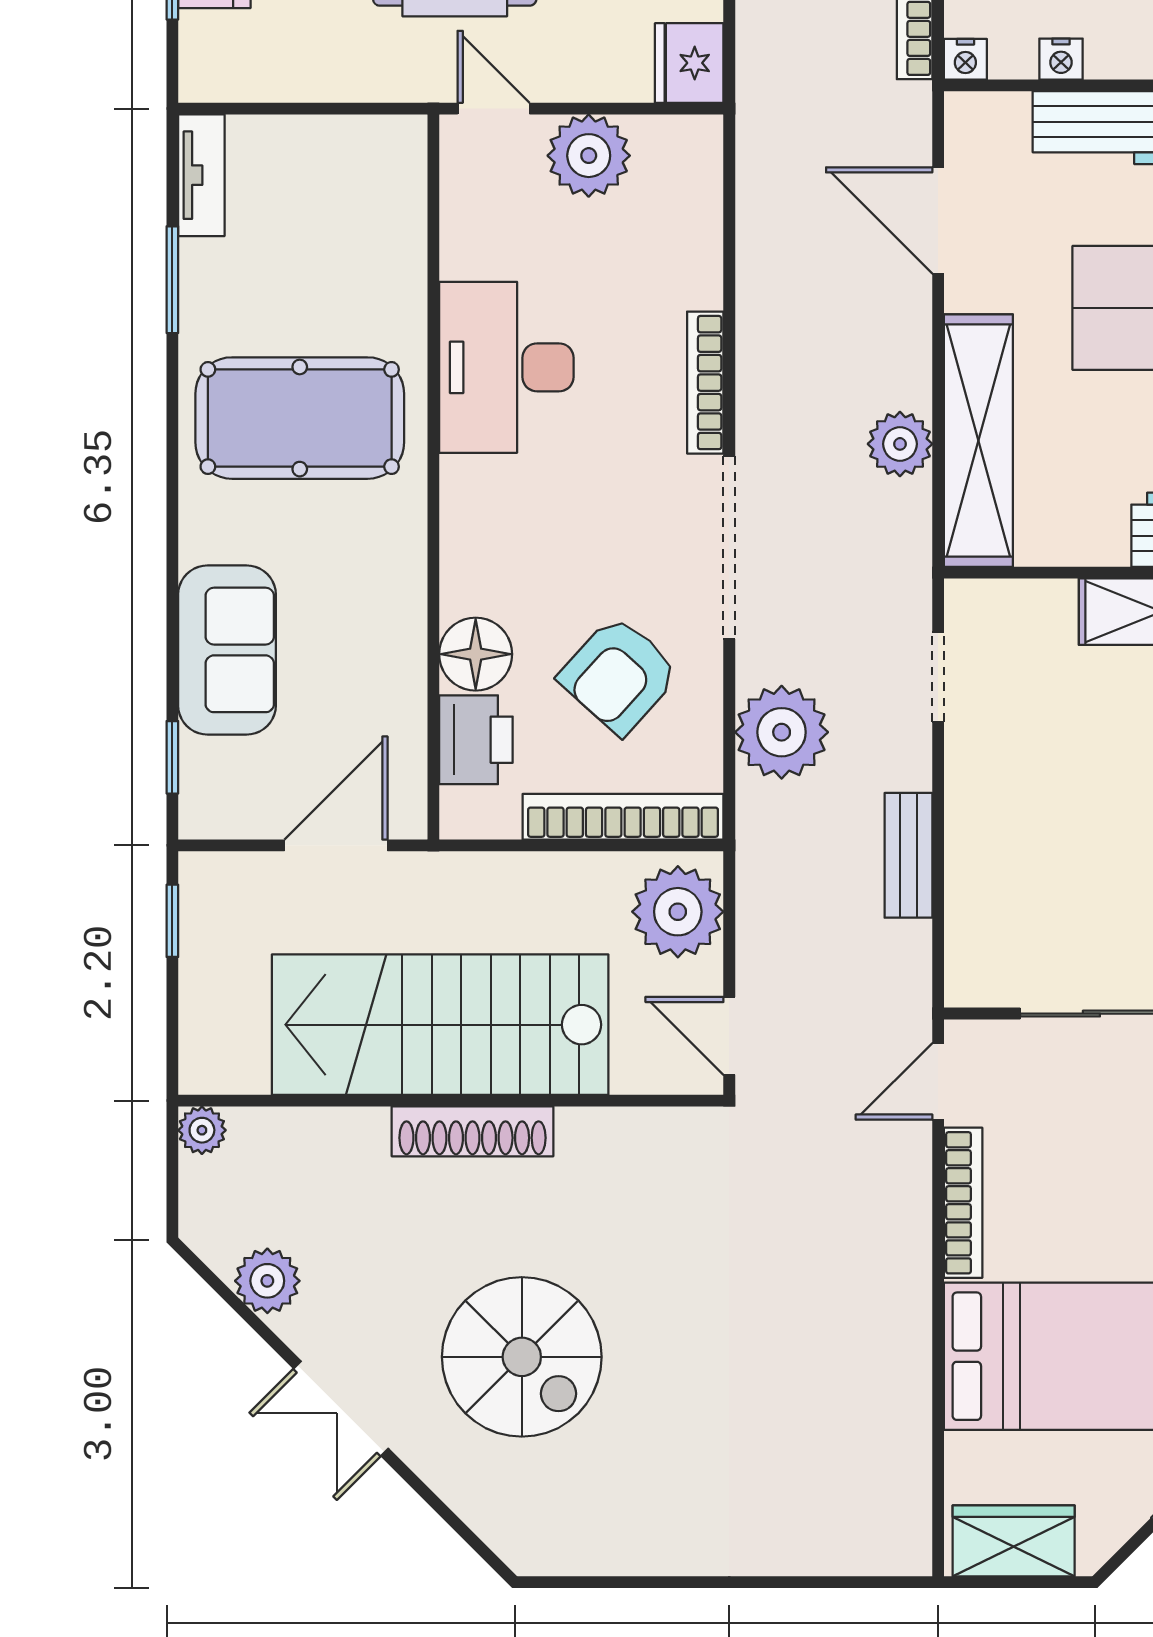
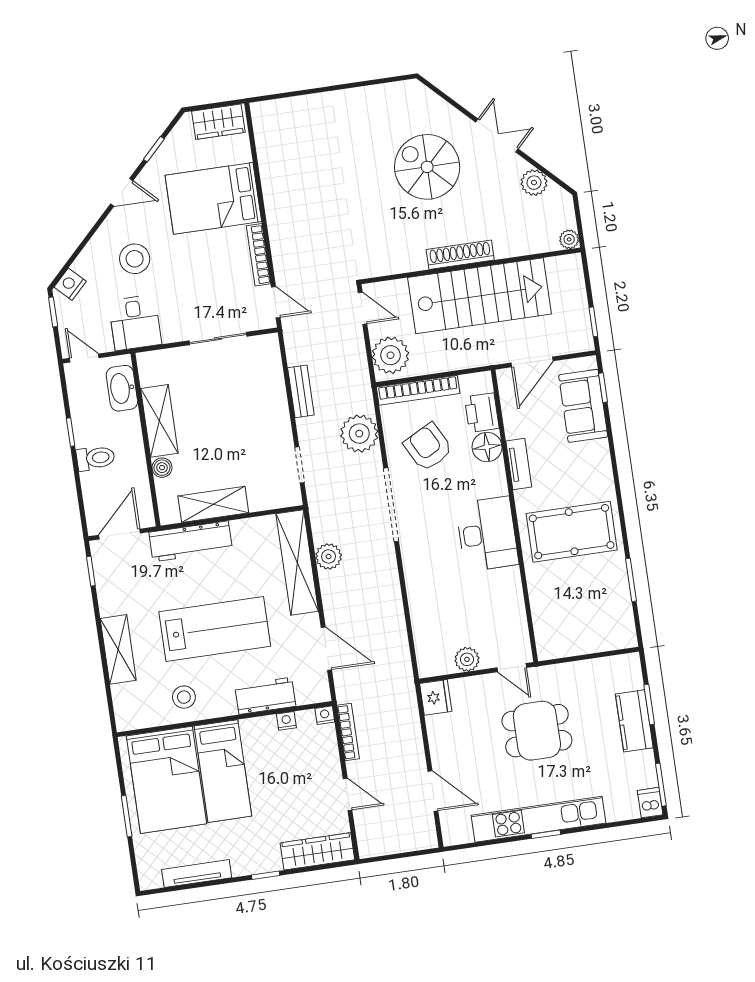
plant: (589, 156) -> (467, 659), width x0.73, depth x0.73
tv unit: (201, 175) -> (519, 464), moved, turned 180
desk: (506, 367) -> (487, 534), moved
bookcase: (705, 383) -> (410, 570), removed
sofa: (227, 650) -> (583, 406), moved
armchair: (619, 675) -> (428, 447), turned -70
door: (938, 1081) -> (276, 302), hinge flipped

